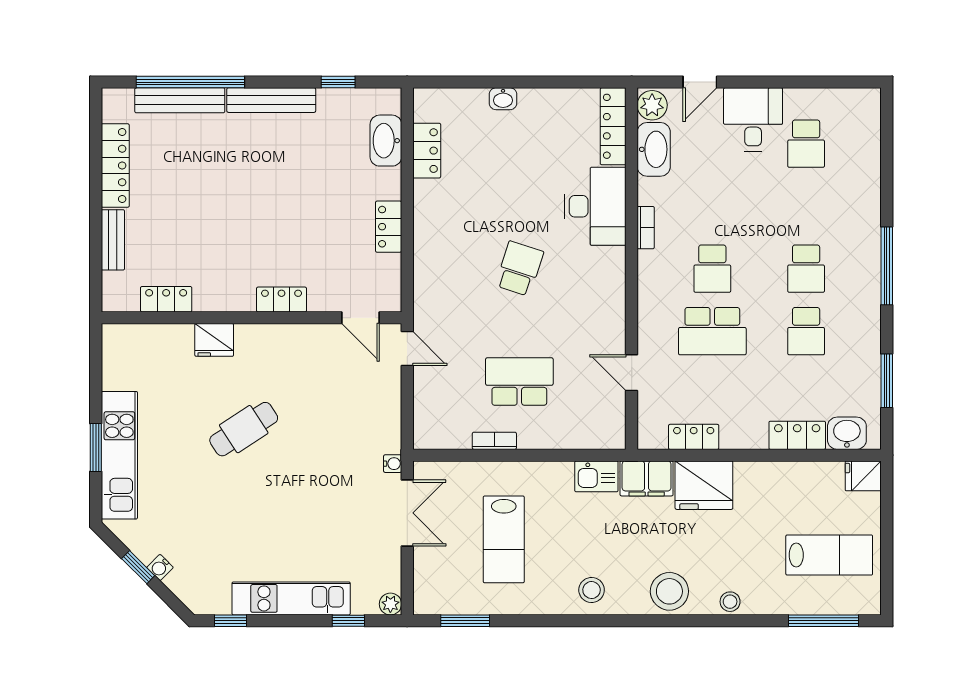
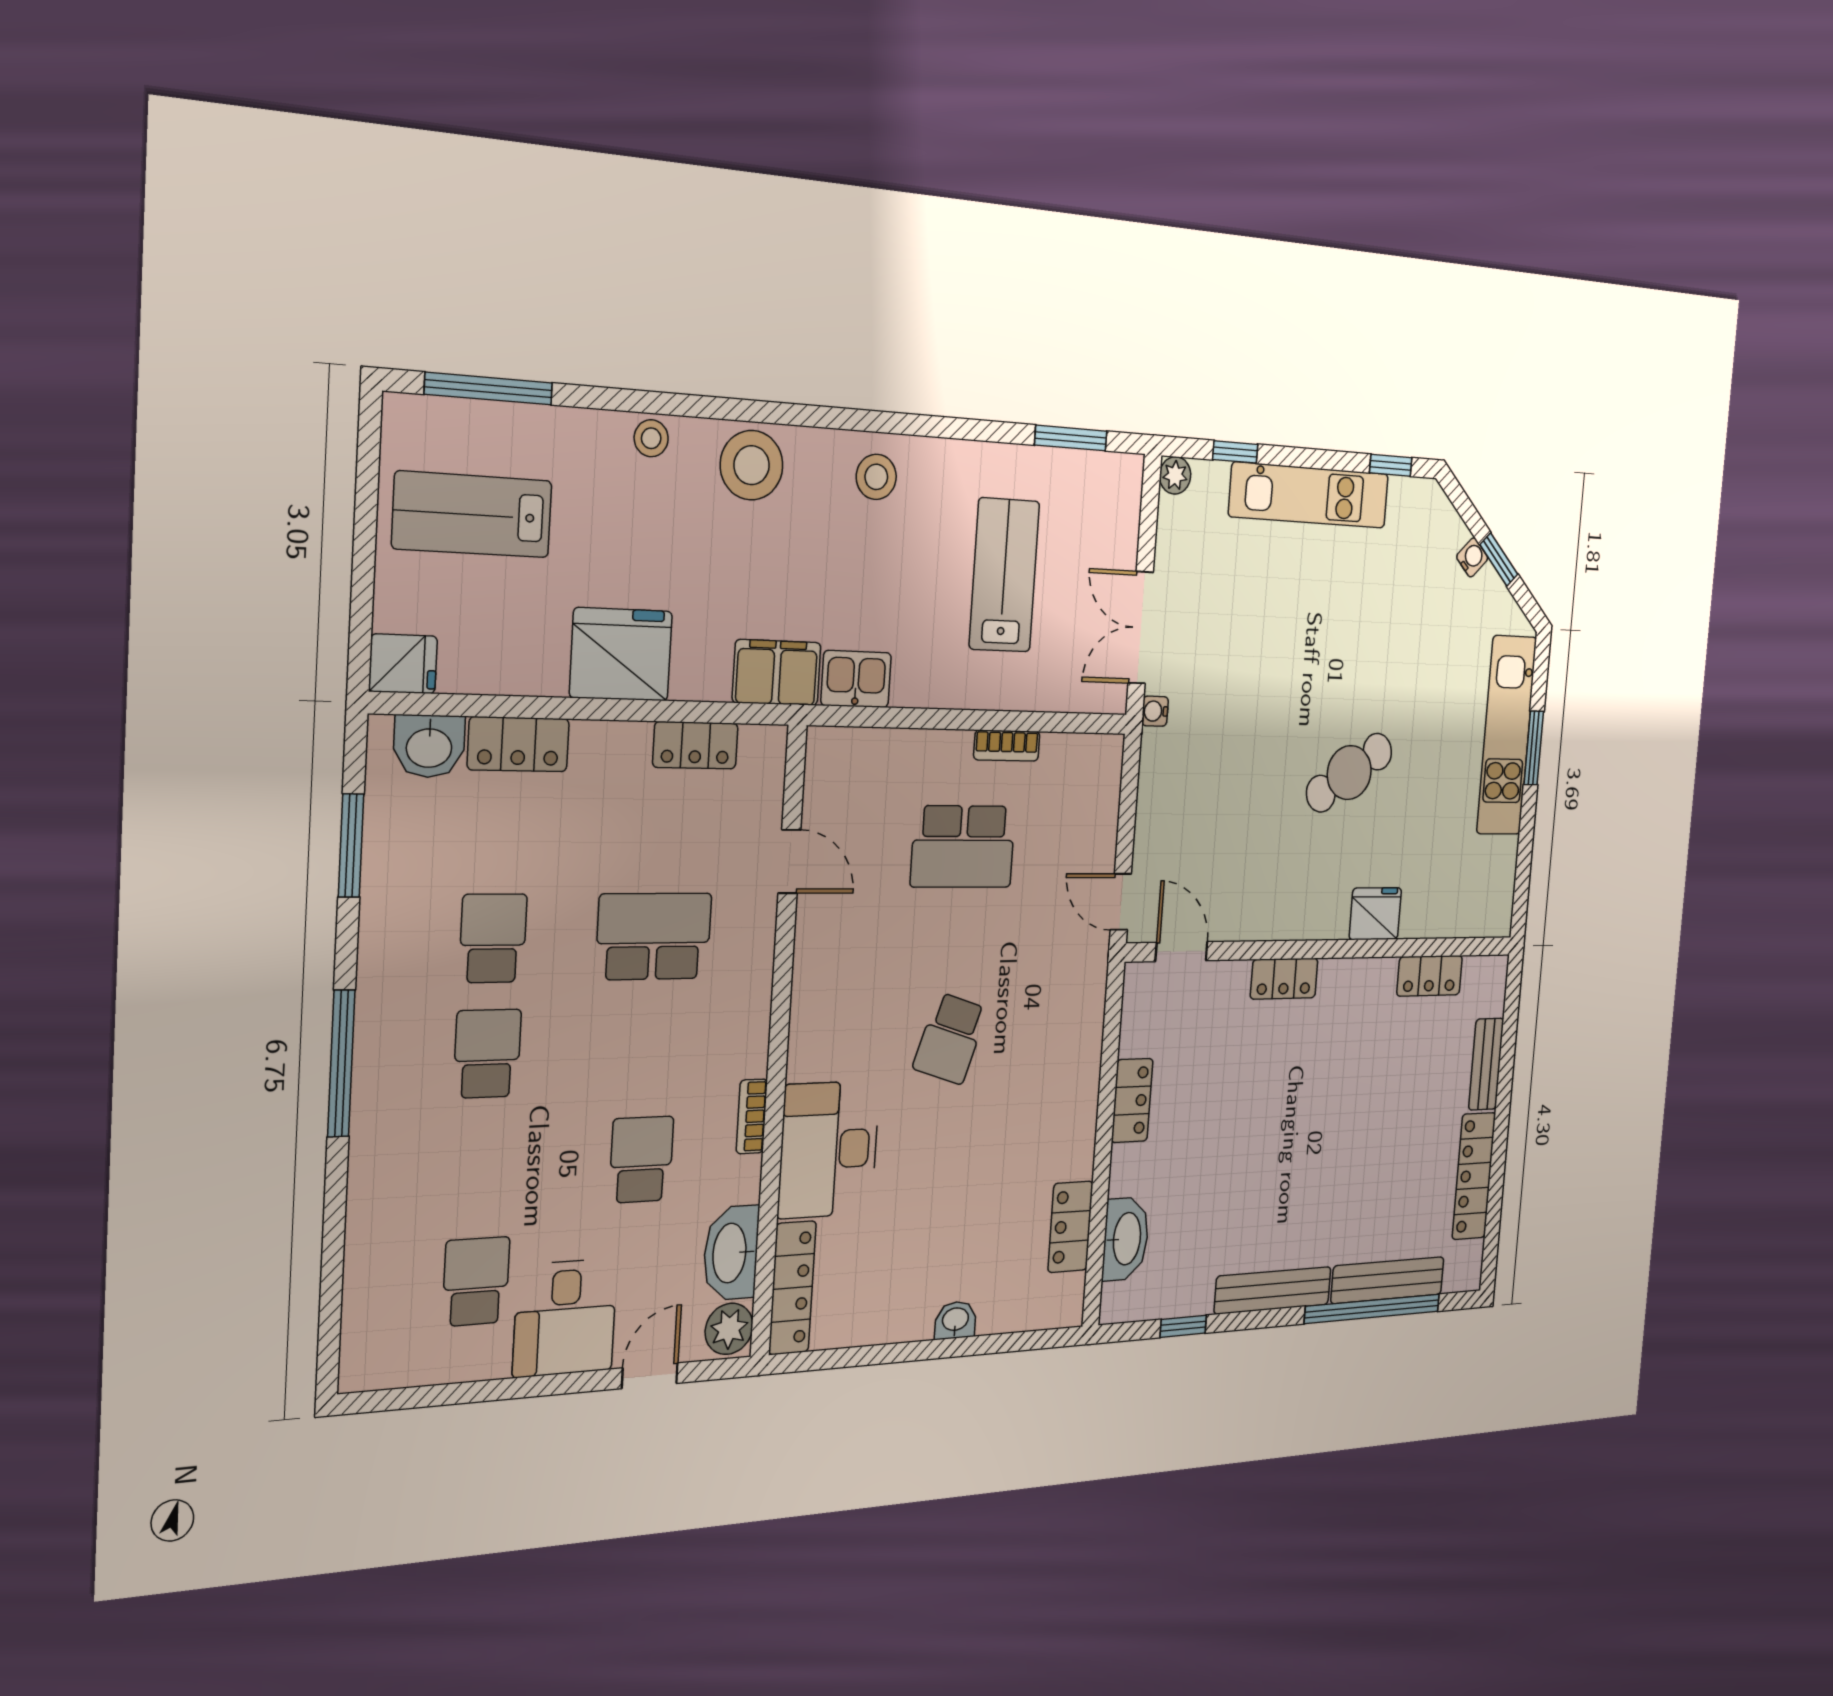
school desk: (712, 269) -> (641, 1160), moved
fridge: (704, 485) -> (621, 654), moved

